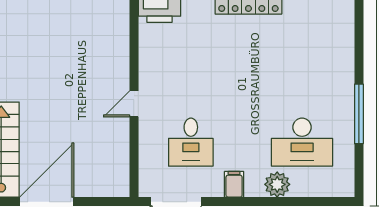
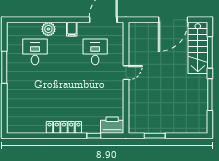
desk: (302, 142) -> (35, 52), width x0.73

